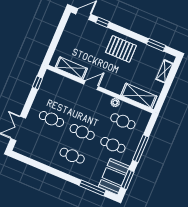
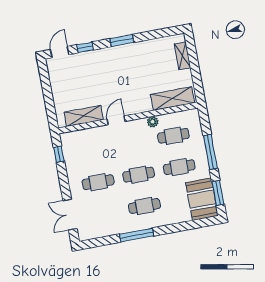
window: (156, 45) -> (122, 41), moved
pallet: (121, 49) -> (122, 62), removed
window: (92, 188) -> (137, 235), moved

